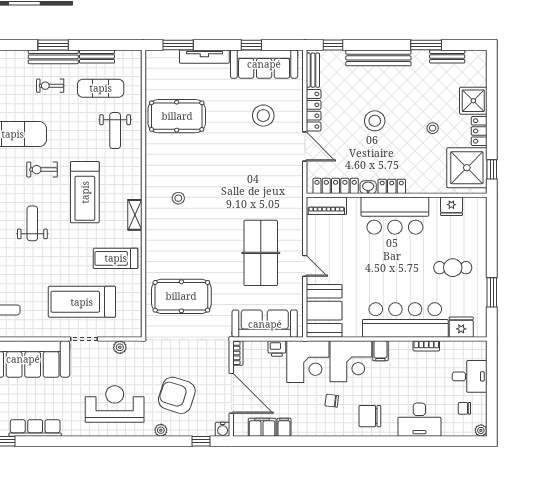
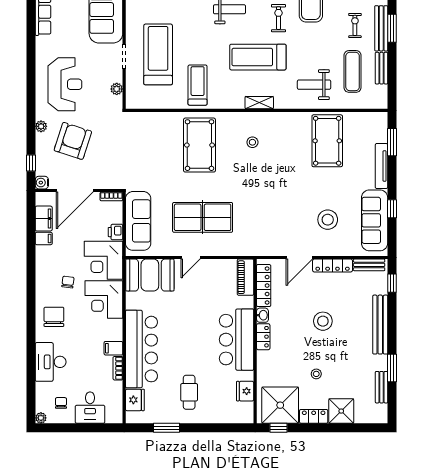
shelving: (135, 215) -> (259, 103), moved
pool table: (181, 296) -> (199, 145), moved
filing cabinet: (380, 351) -> (113, 348), moved

